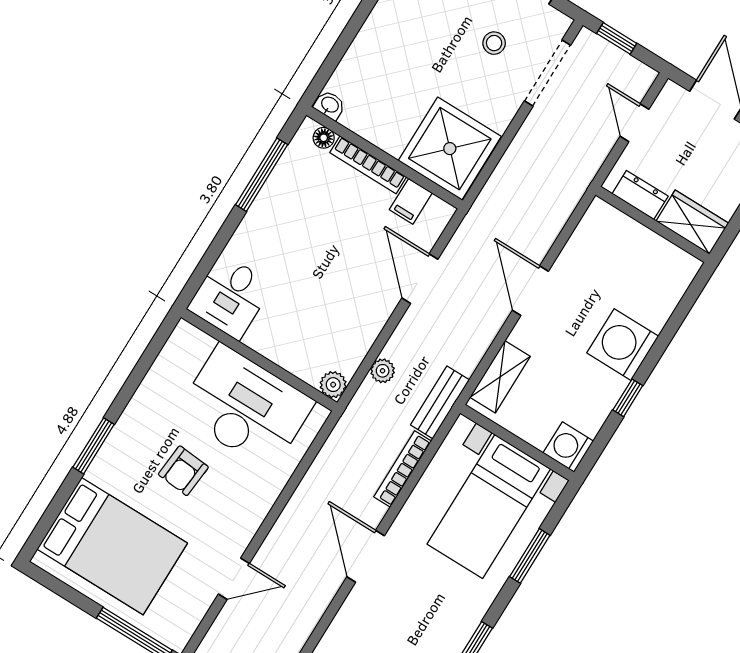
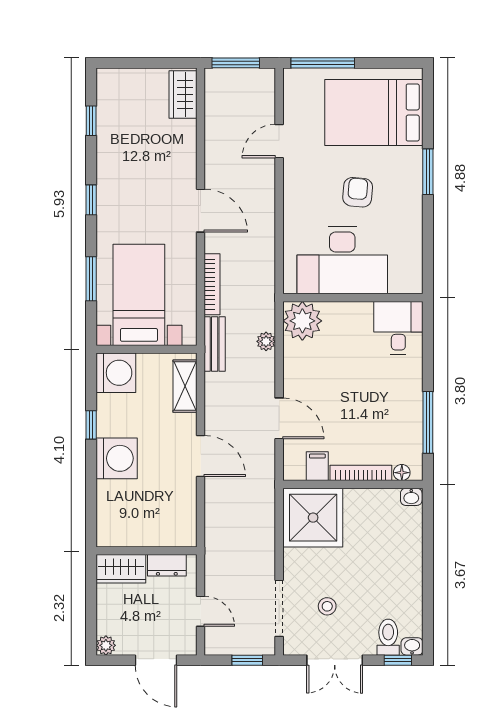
plant: (333, 385) -> (302, 321), width x1.88, depth x1.88
washing machine: (568, 447) -> (116, 373), width x1.37, depth x1.37

